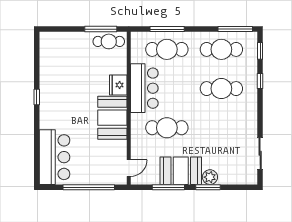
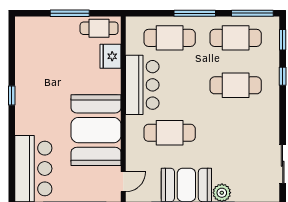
window: (101, 29) -> (70, 13), moved
window: (167, 29) -> (195, 13), moved
fridge: (118, 85) -> (111, 56), moved
booth: (112, 118) -> (96, 130), width x1.36, depth x1.42

